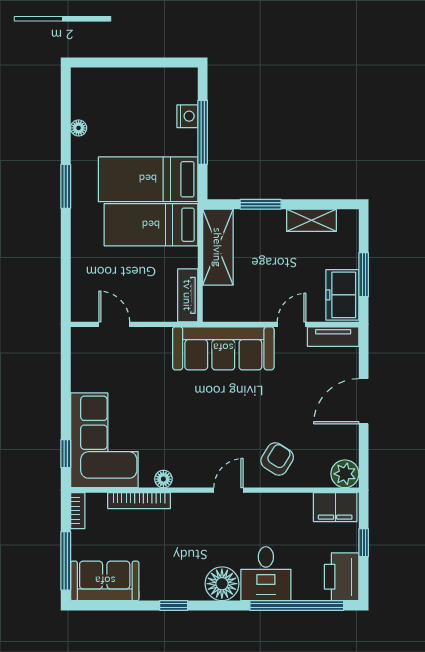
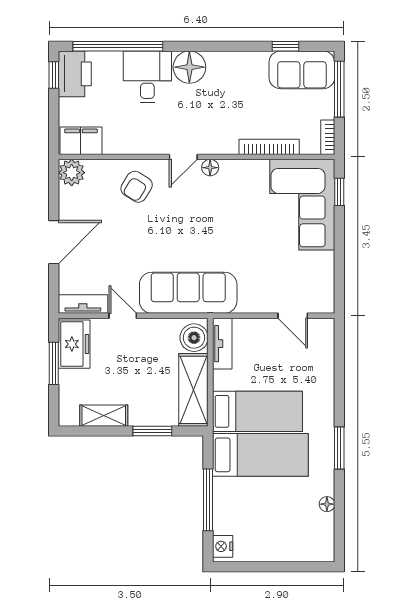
nightstand: (187, 116) -> (223, 546), moved
boiler: (217, 302) -> (194, 338), added
door: (292, 324) -> (123, 316), swing flipped
floor lamp: (163, 479) -> (210, 168), moved
window: (364, 543) -> (54, 75), moved
window: (174, 605) -> (285, 46), moved

